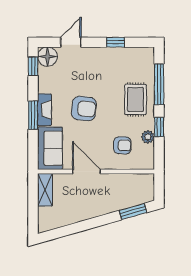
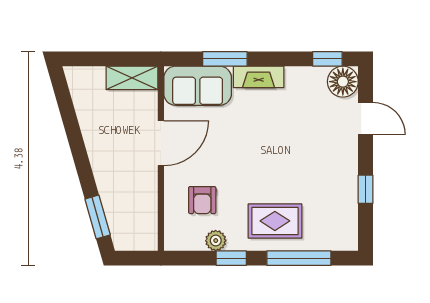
armchair: (84, 109) -> (261, 139), removed
window: (33, 115) -> (225, 59), moved

